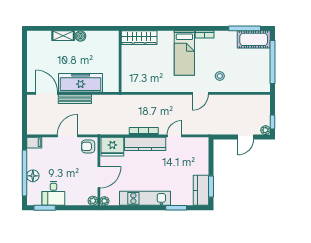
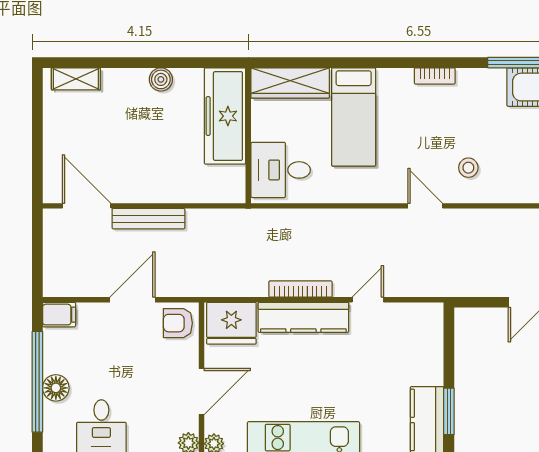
shelving: (63, 36) -> (76, 79), moved
bed: (184, 53) -> (354, 117), moved
desk: (135, 77) -> (281, 170), added
freezer: (81, 83) -> (225, 116), moved, turned -90
door: (200, 93) -> (425, 206), swing flipped

